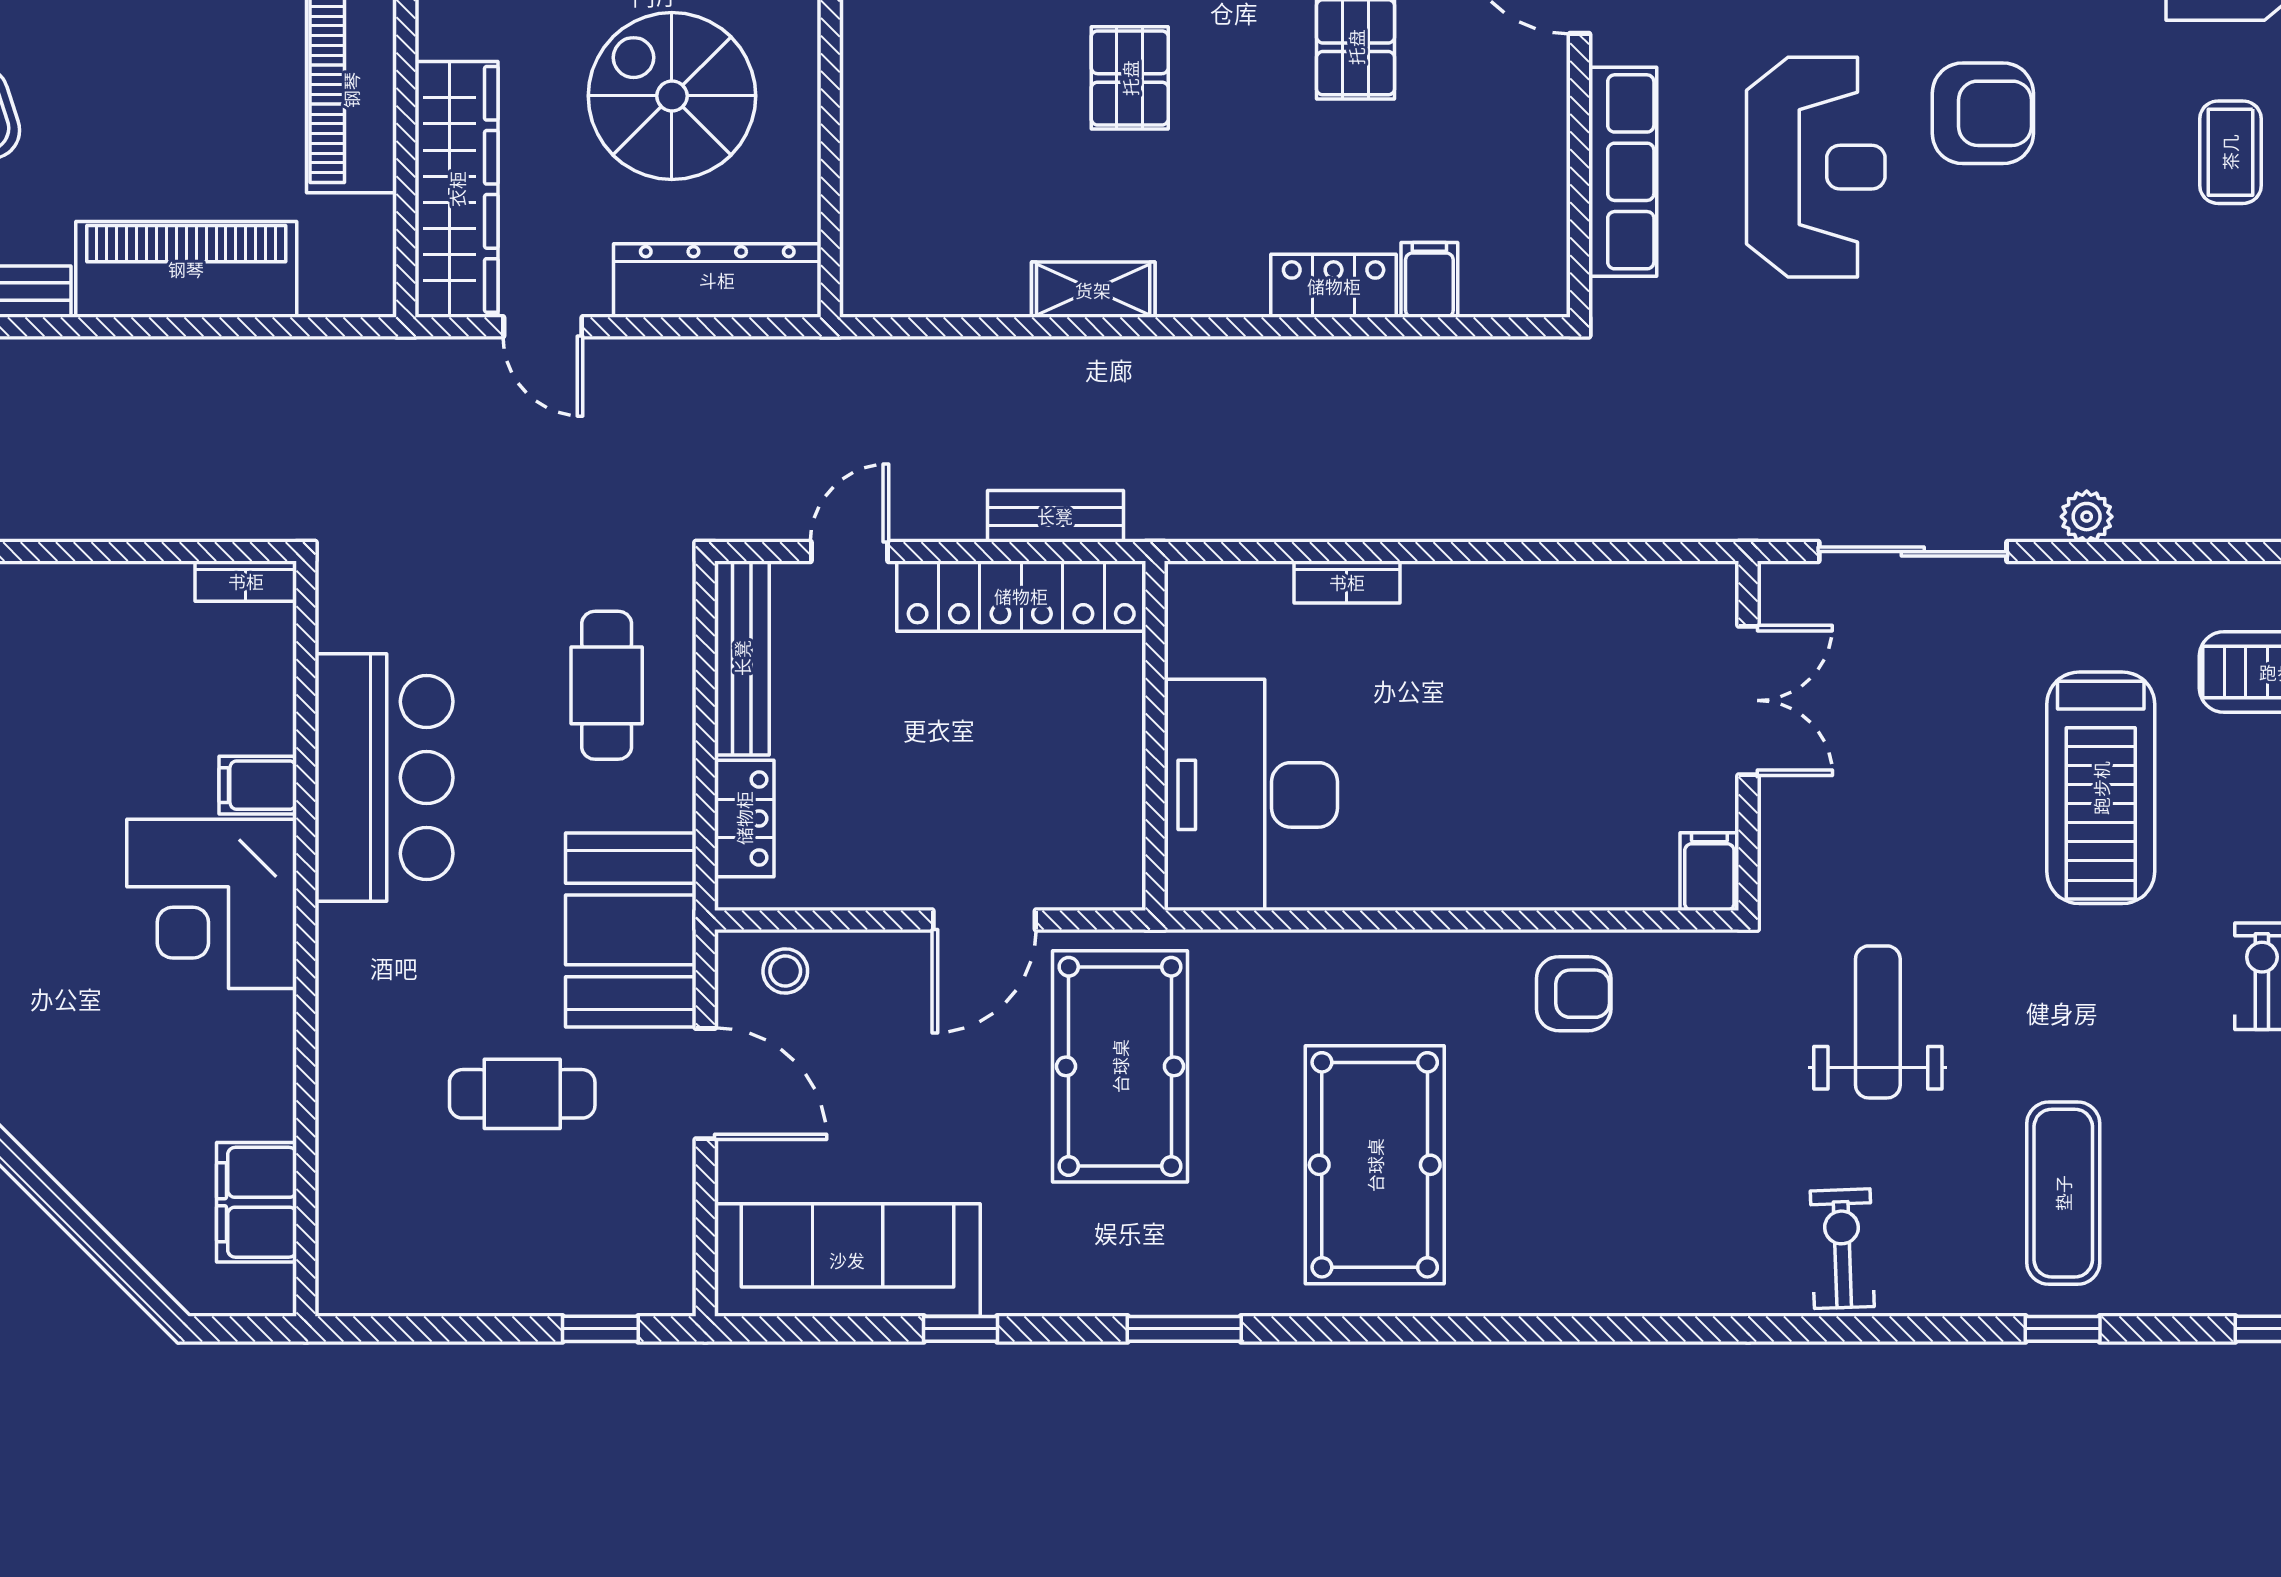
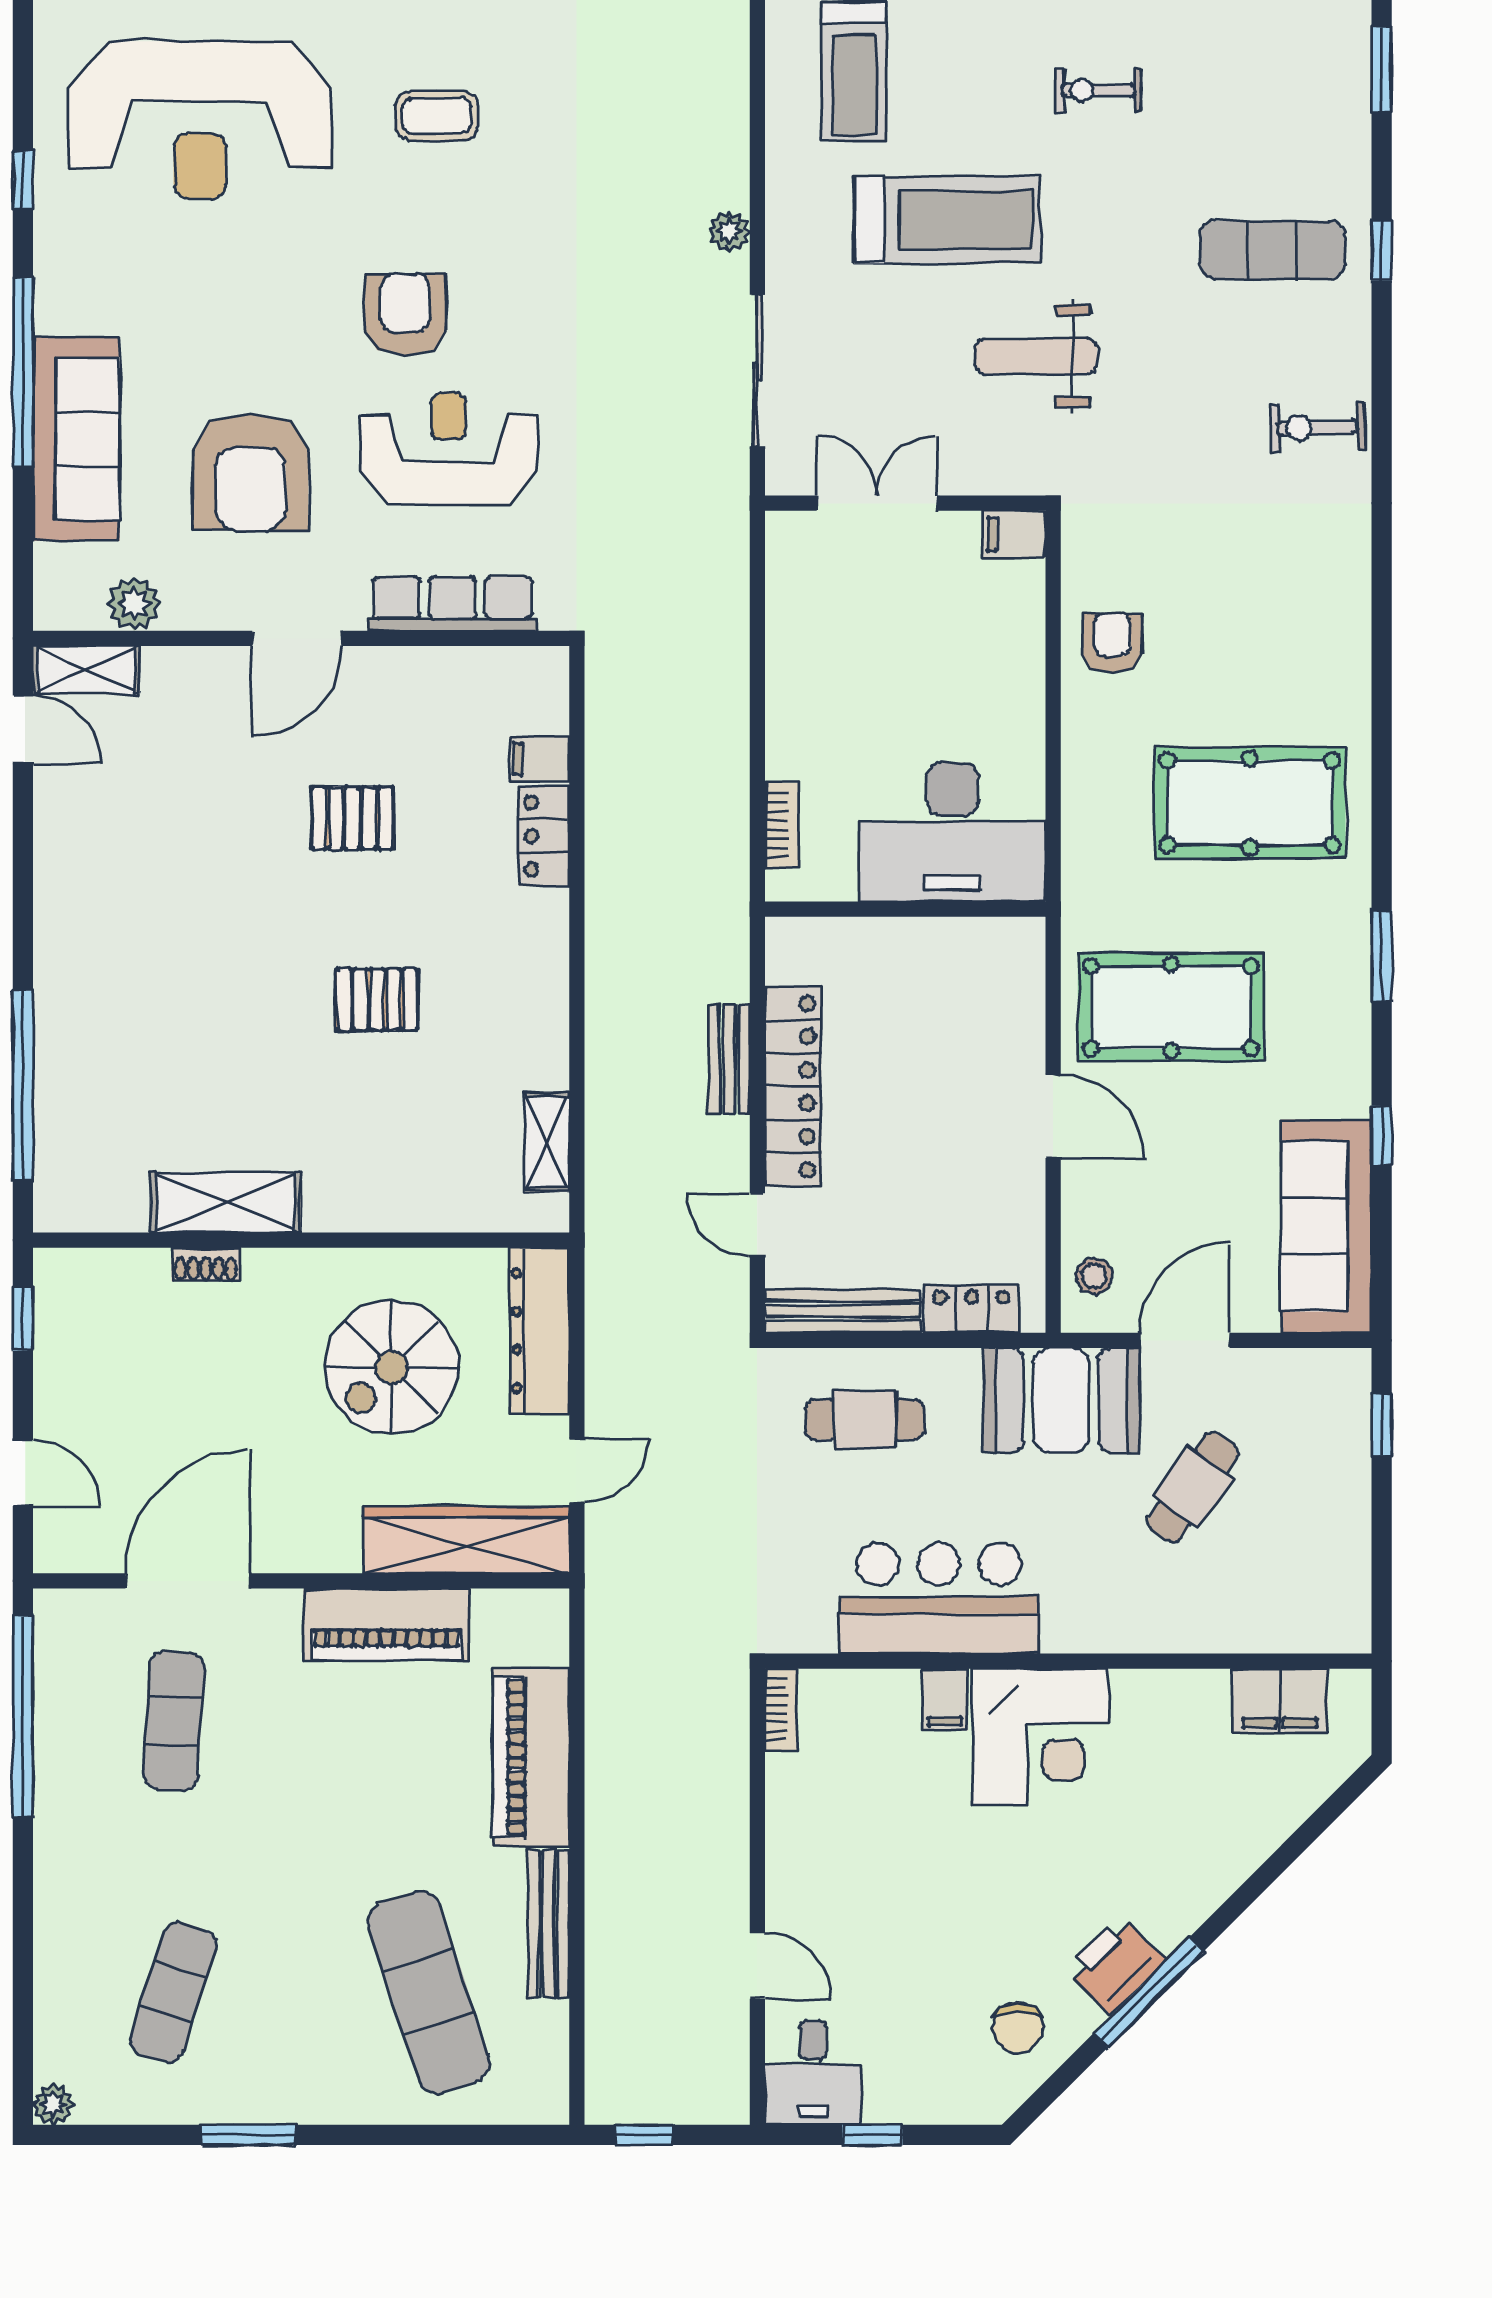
shelving: (1093, 290) -> (547, 1142), moved
wall: (1155, 736) -> (905, 909), moved
desk: (1251, 795) -> (953, 832), moved
weight bench: (1878, 1022) -> (1036, 356), moved
cafe table: (522, 1094) -> (1193, 1487), turned 35

